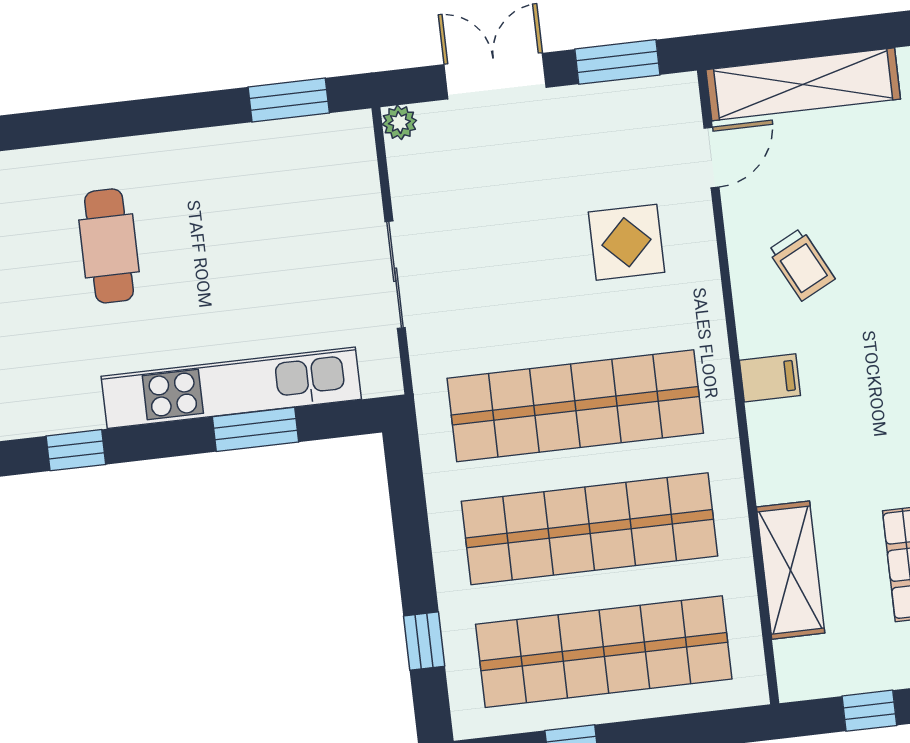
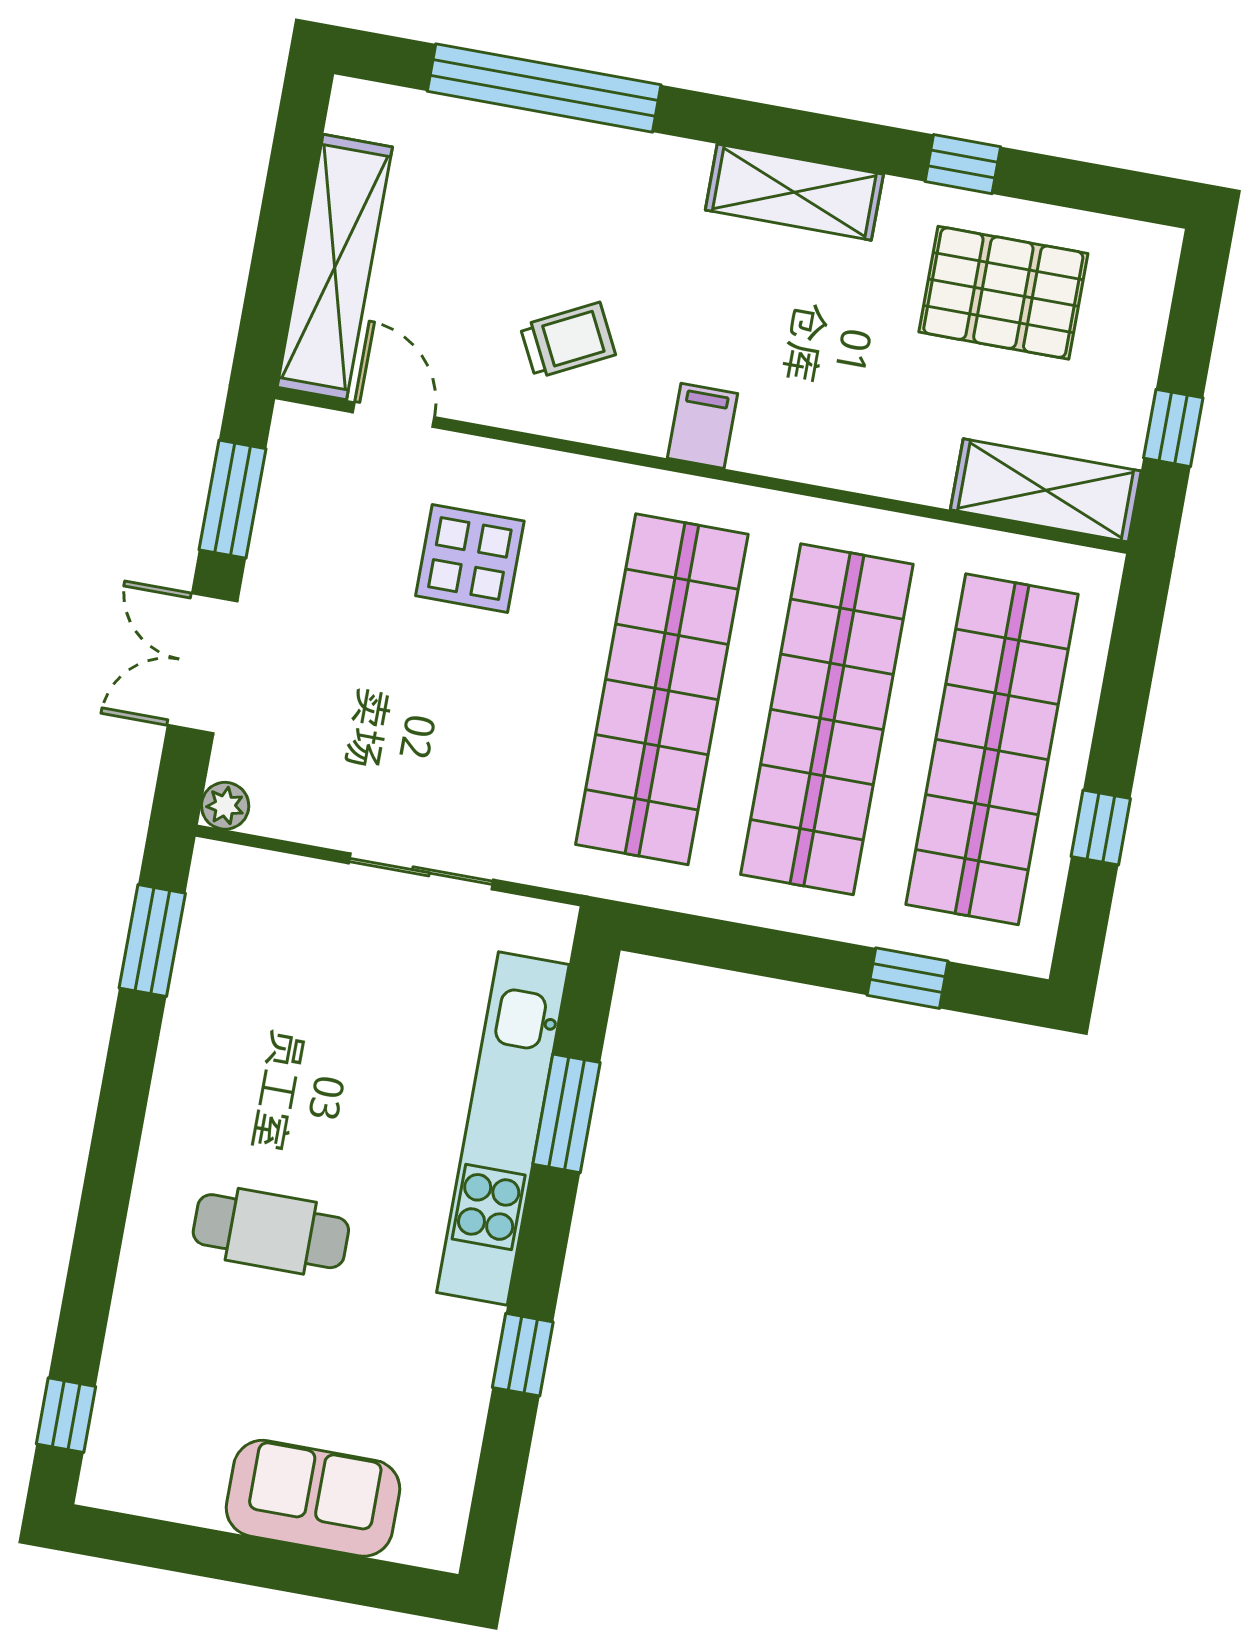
shelving: (791, 570) -> (1046, 490), moved

